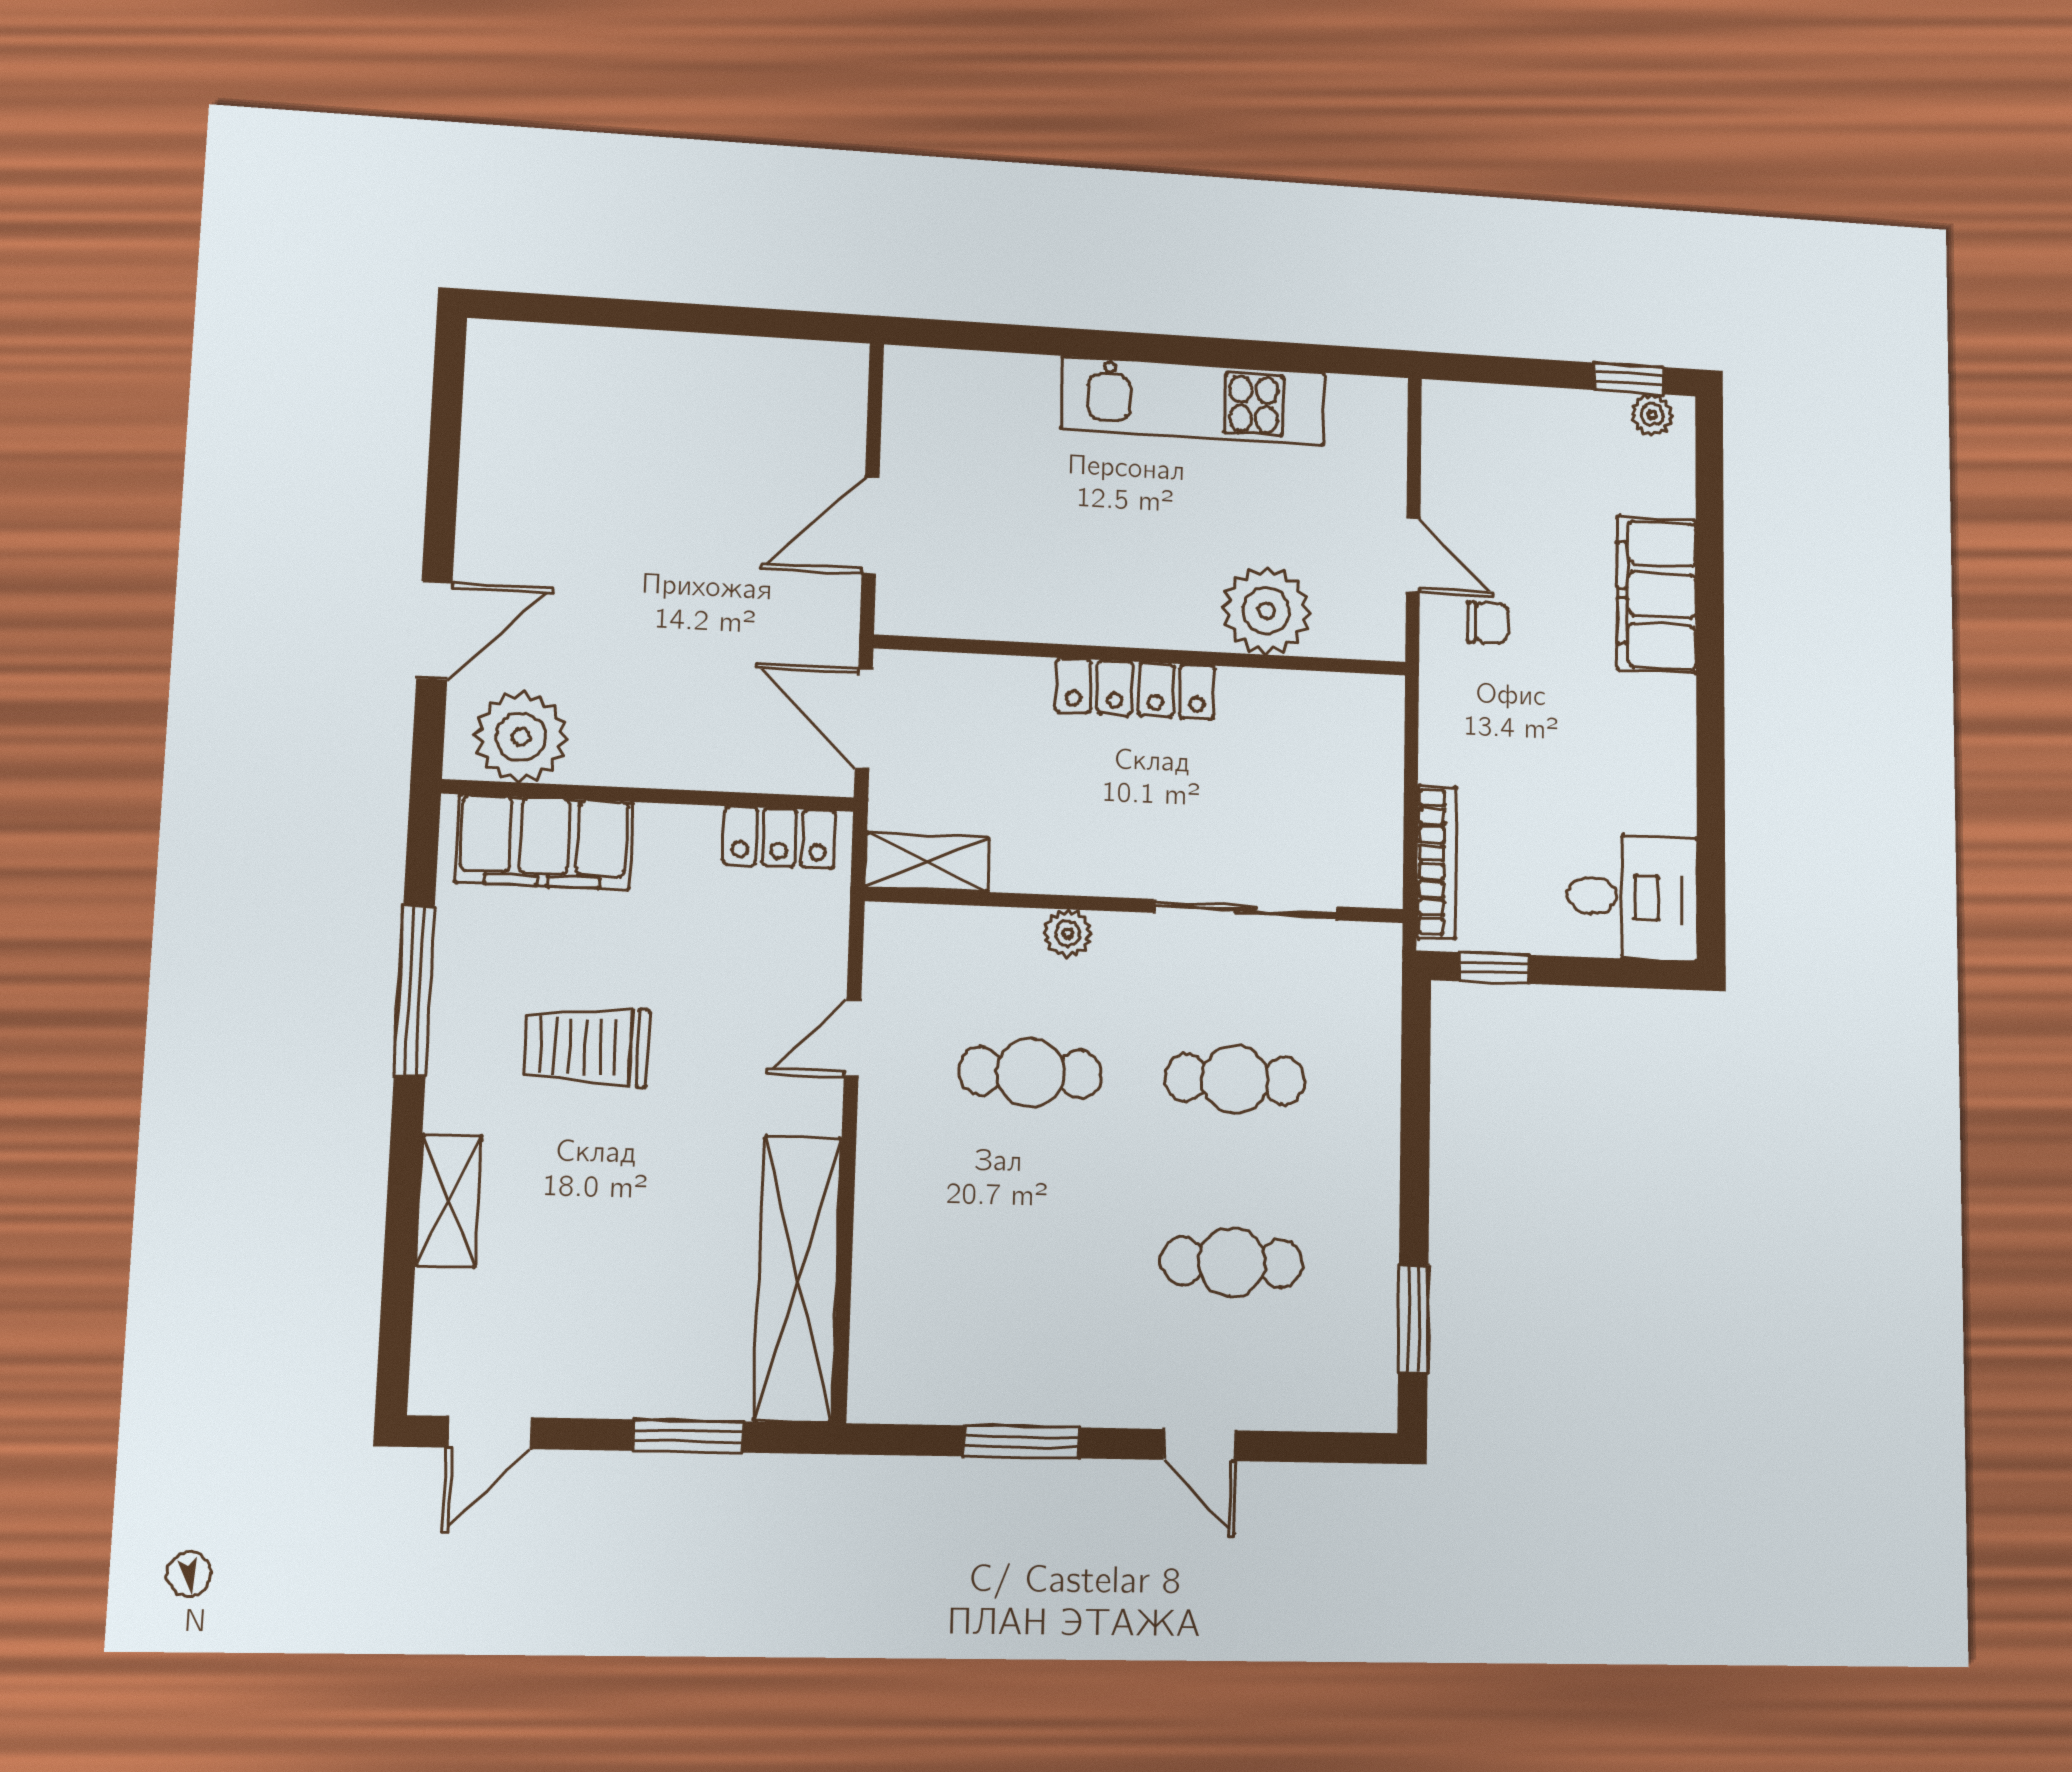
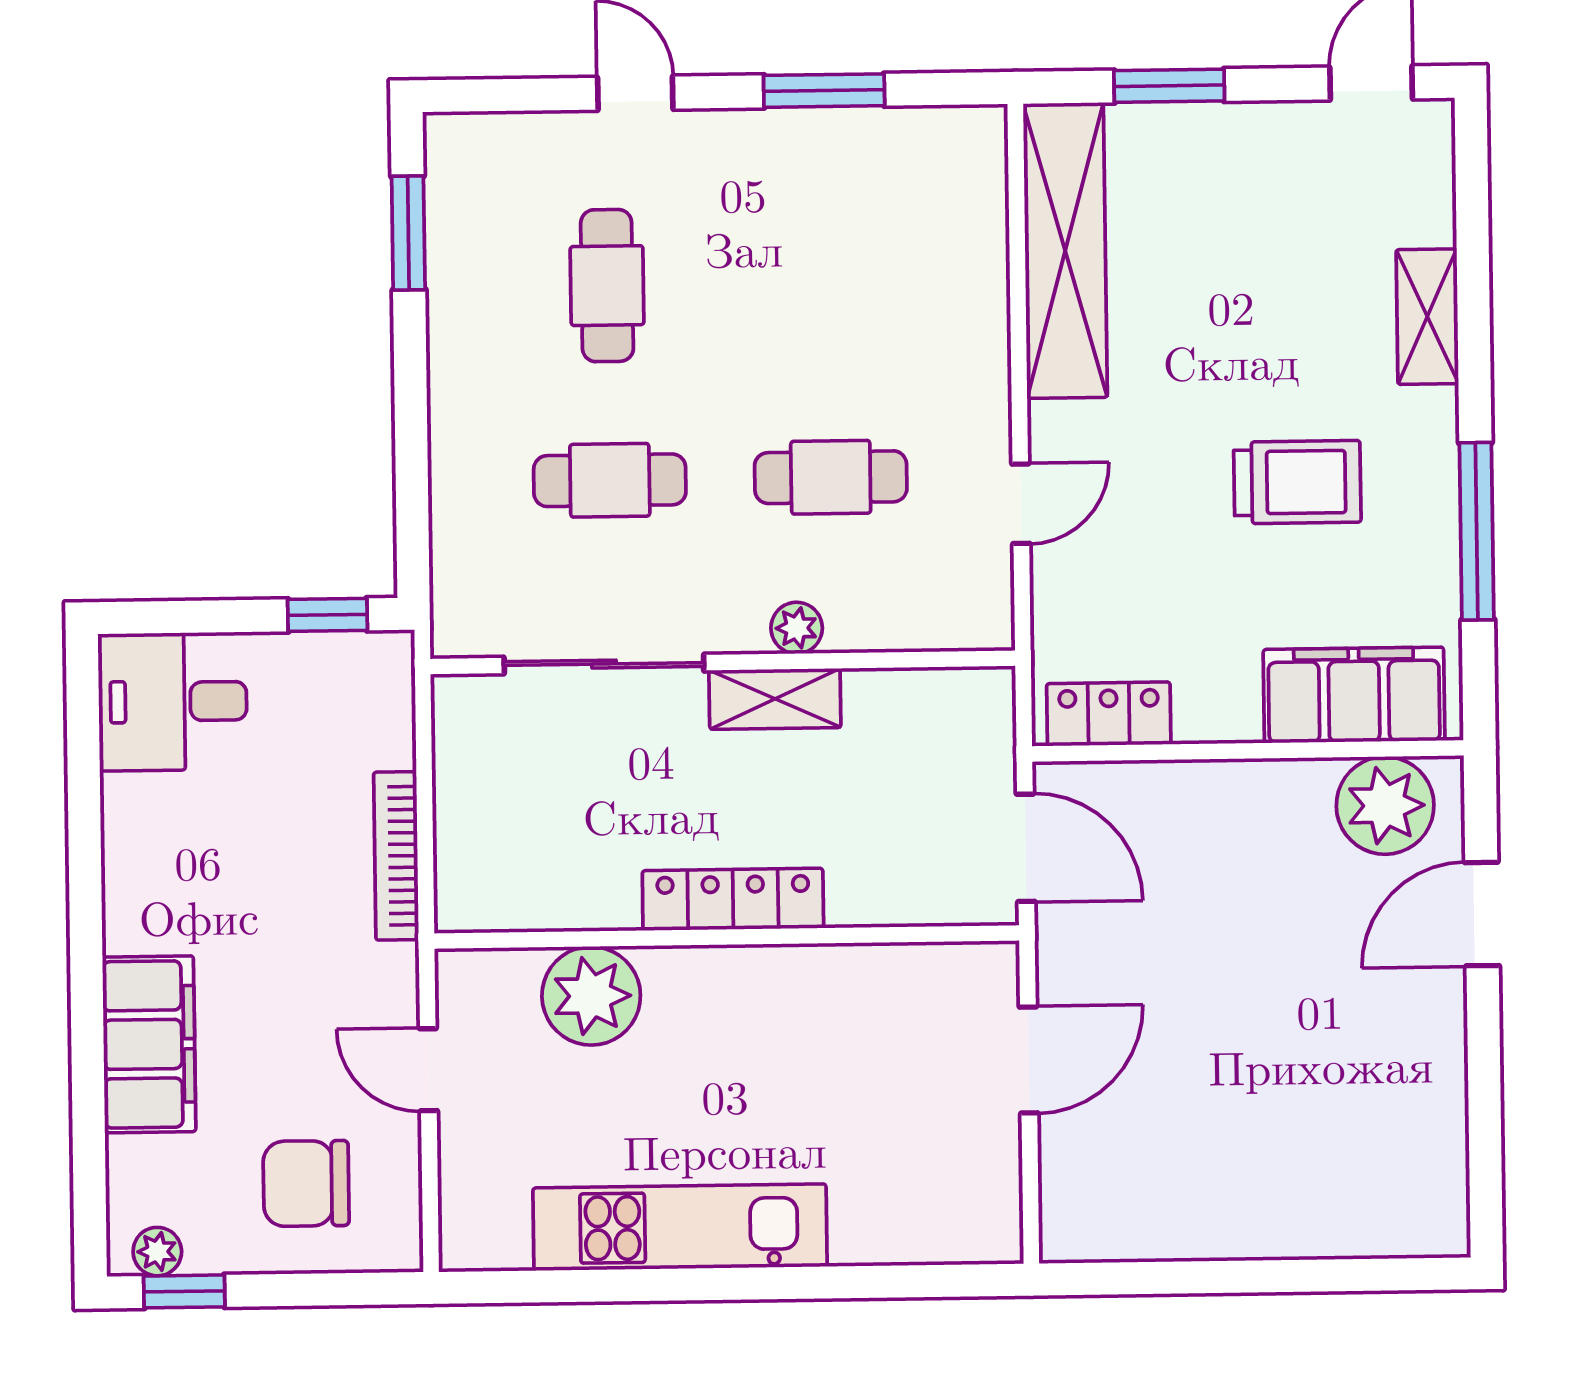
chair: (1487, 623) -> (306, 1183), moved, width x1.87, depth x1.87
shelving: (927, 862) -> (775, 699), moved
bookcase: (1436, 862) -> (396, 856), moved
cafe table: (1232, 1262) -> (607, 286), turned 90

